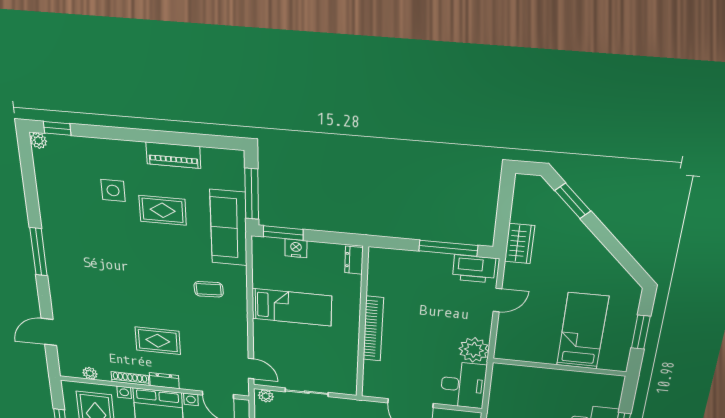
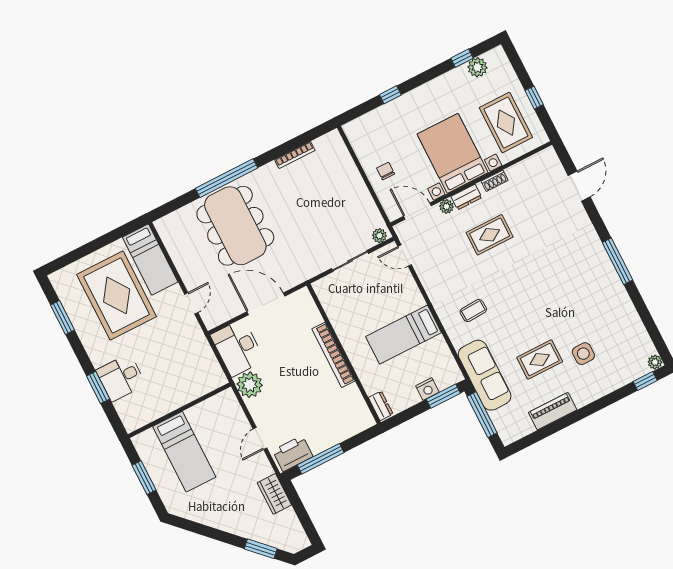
plant: (90, 373) -> (446, 206), moved
shoe rack: (130, 379) -> (495, 181), width x0.70

